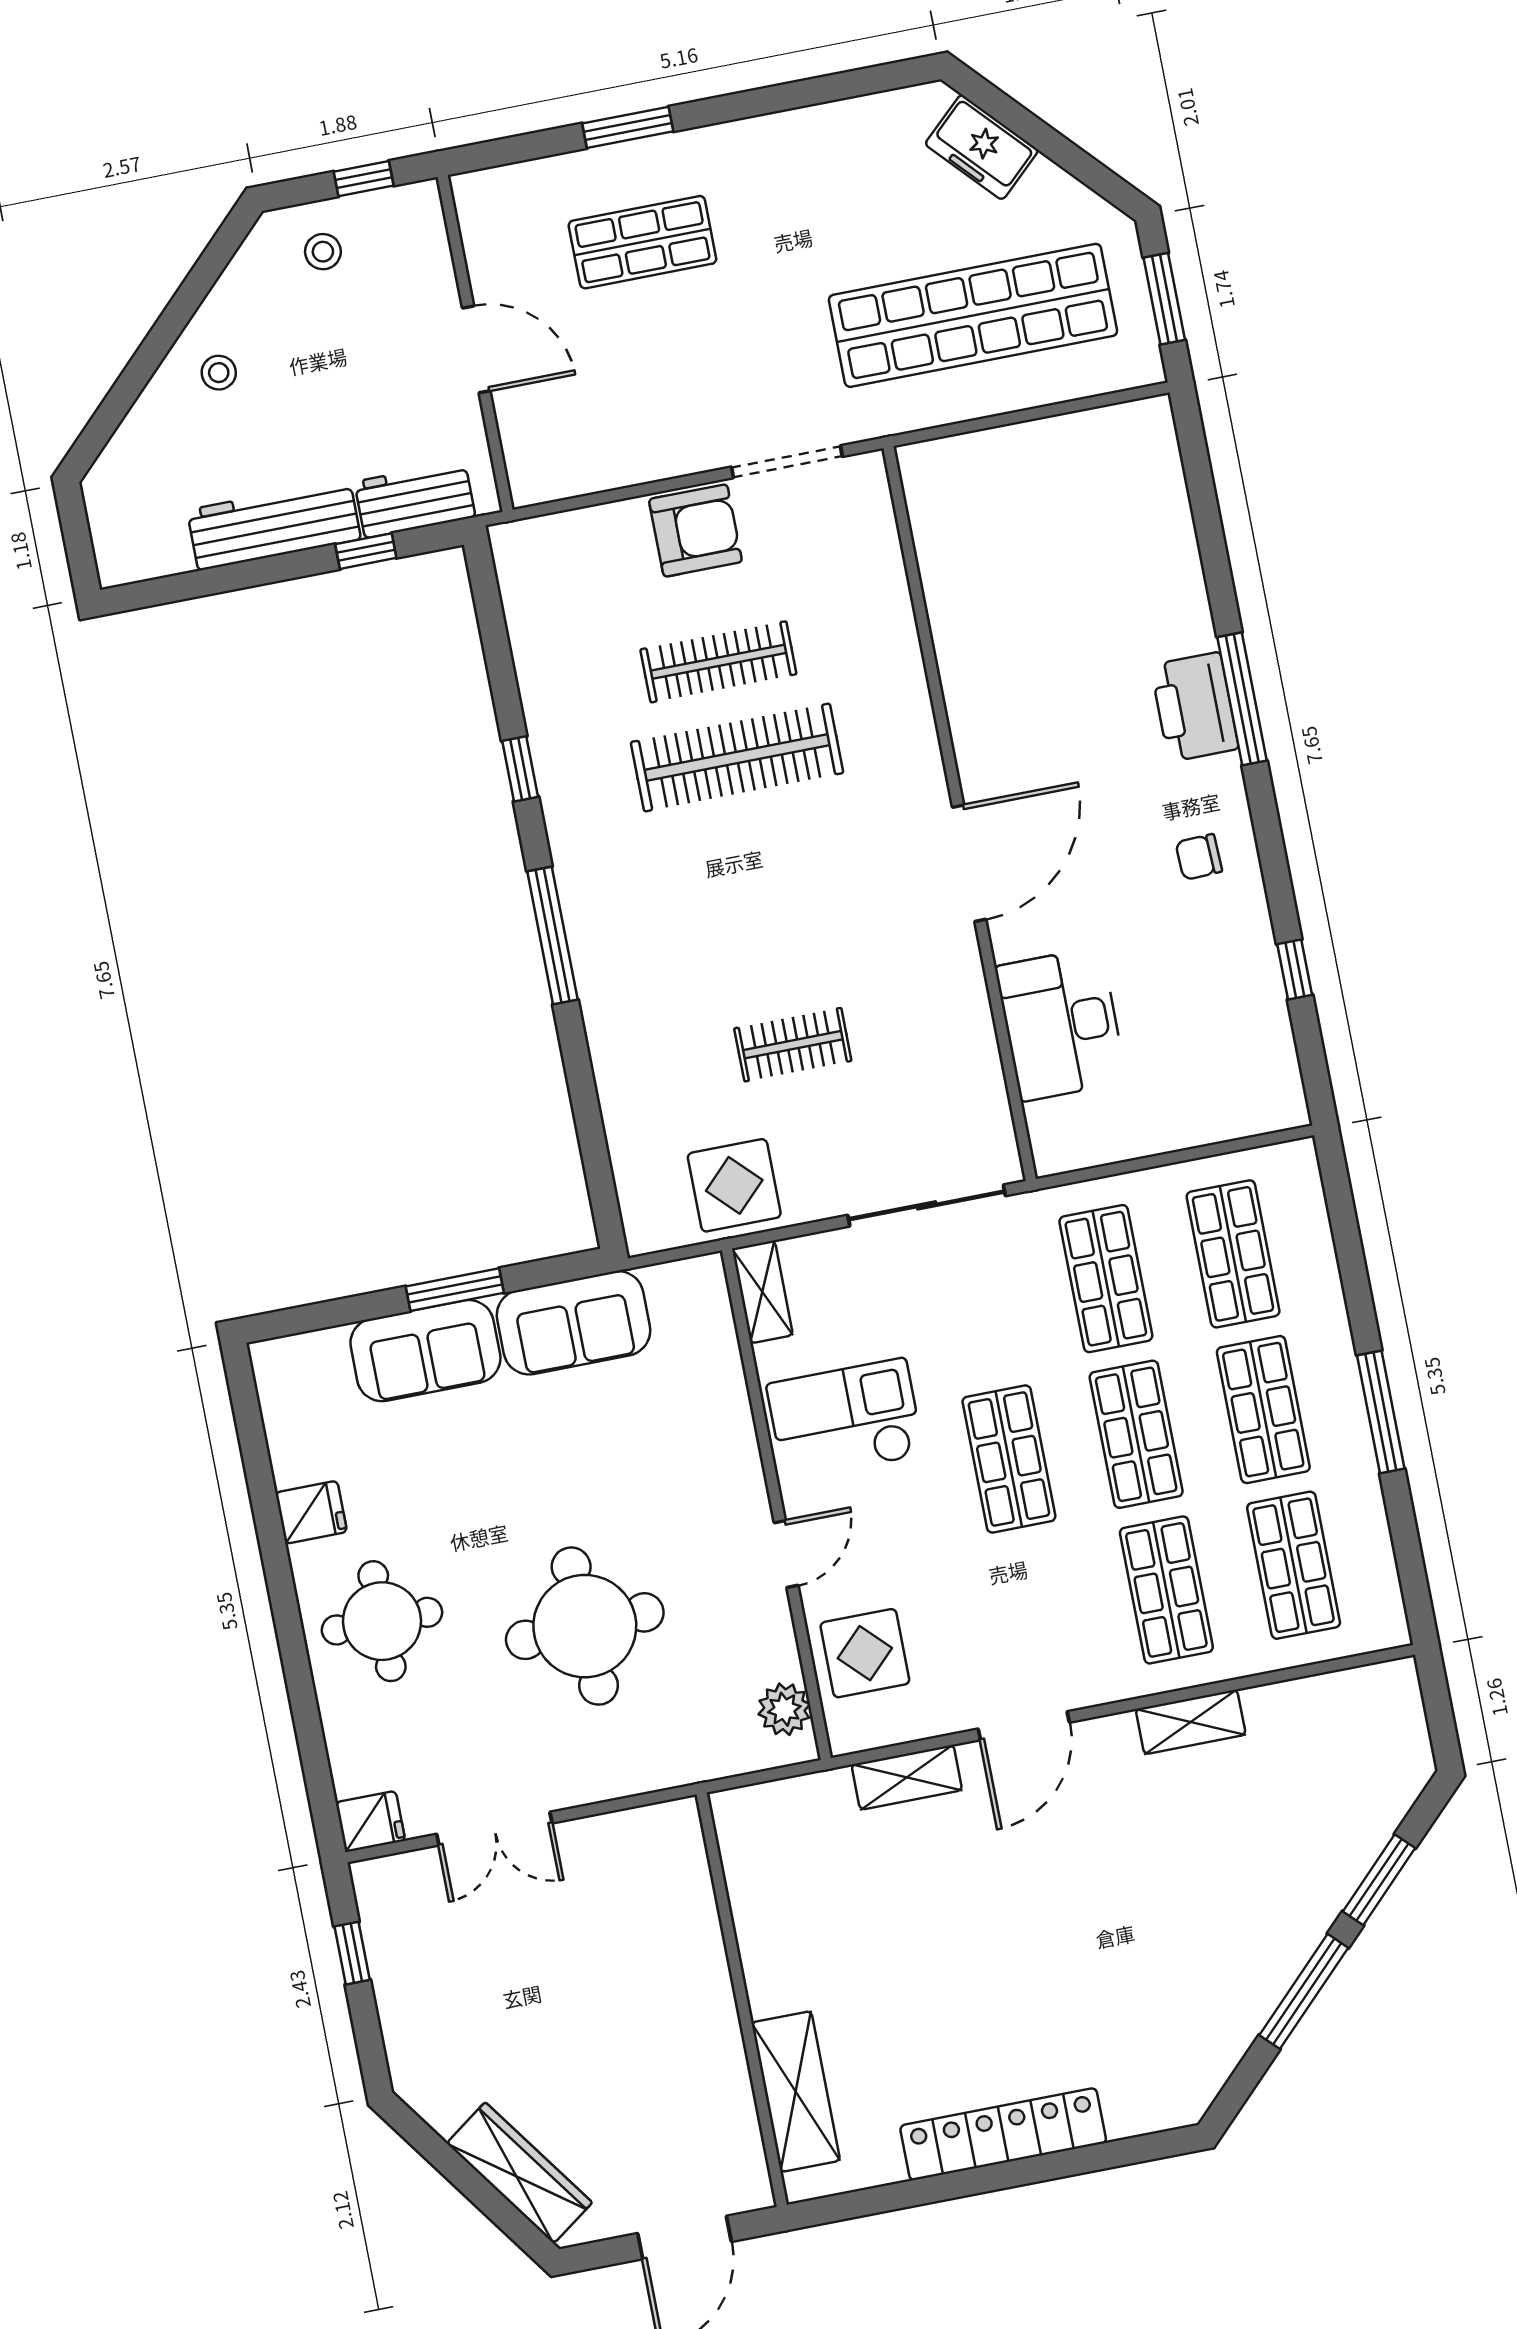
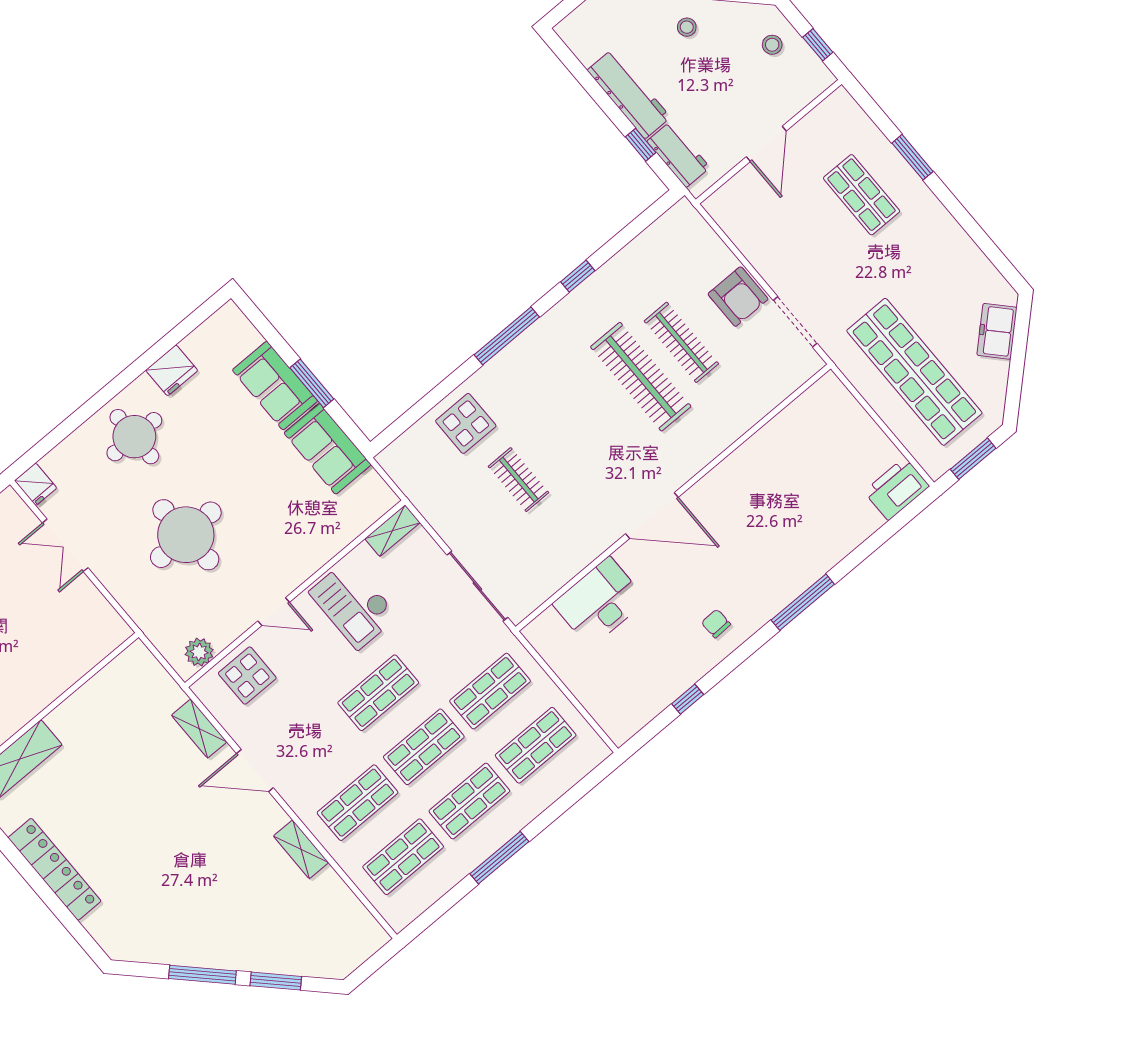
printer: (1195, 707) -> (897, 489), moved
display table: (734, 1185) -> (466, 423), moved
checkout: (845, 1420) -> (354, 604), turned 180
fridge: (311, 1512) -> (172, 370), width x1.38

